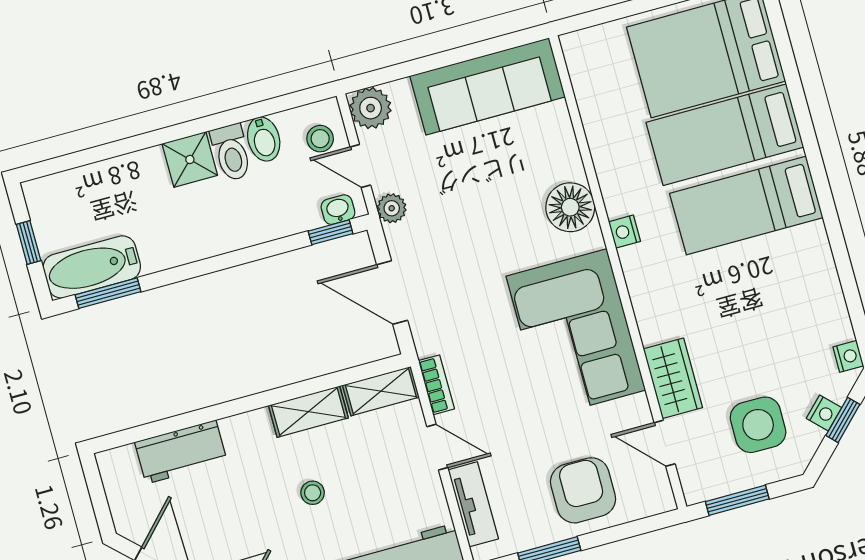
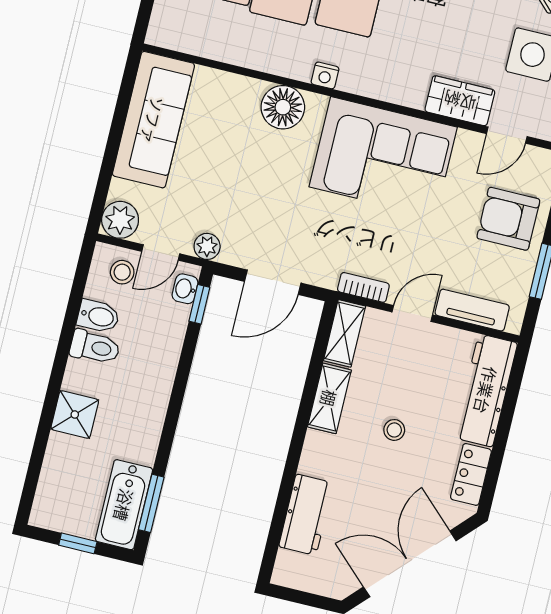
shower: (190, 159) -> (75, 415), moved

